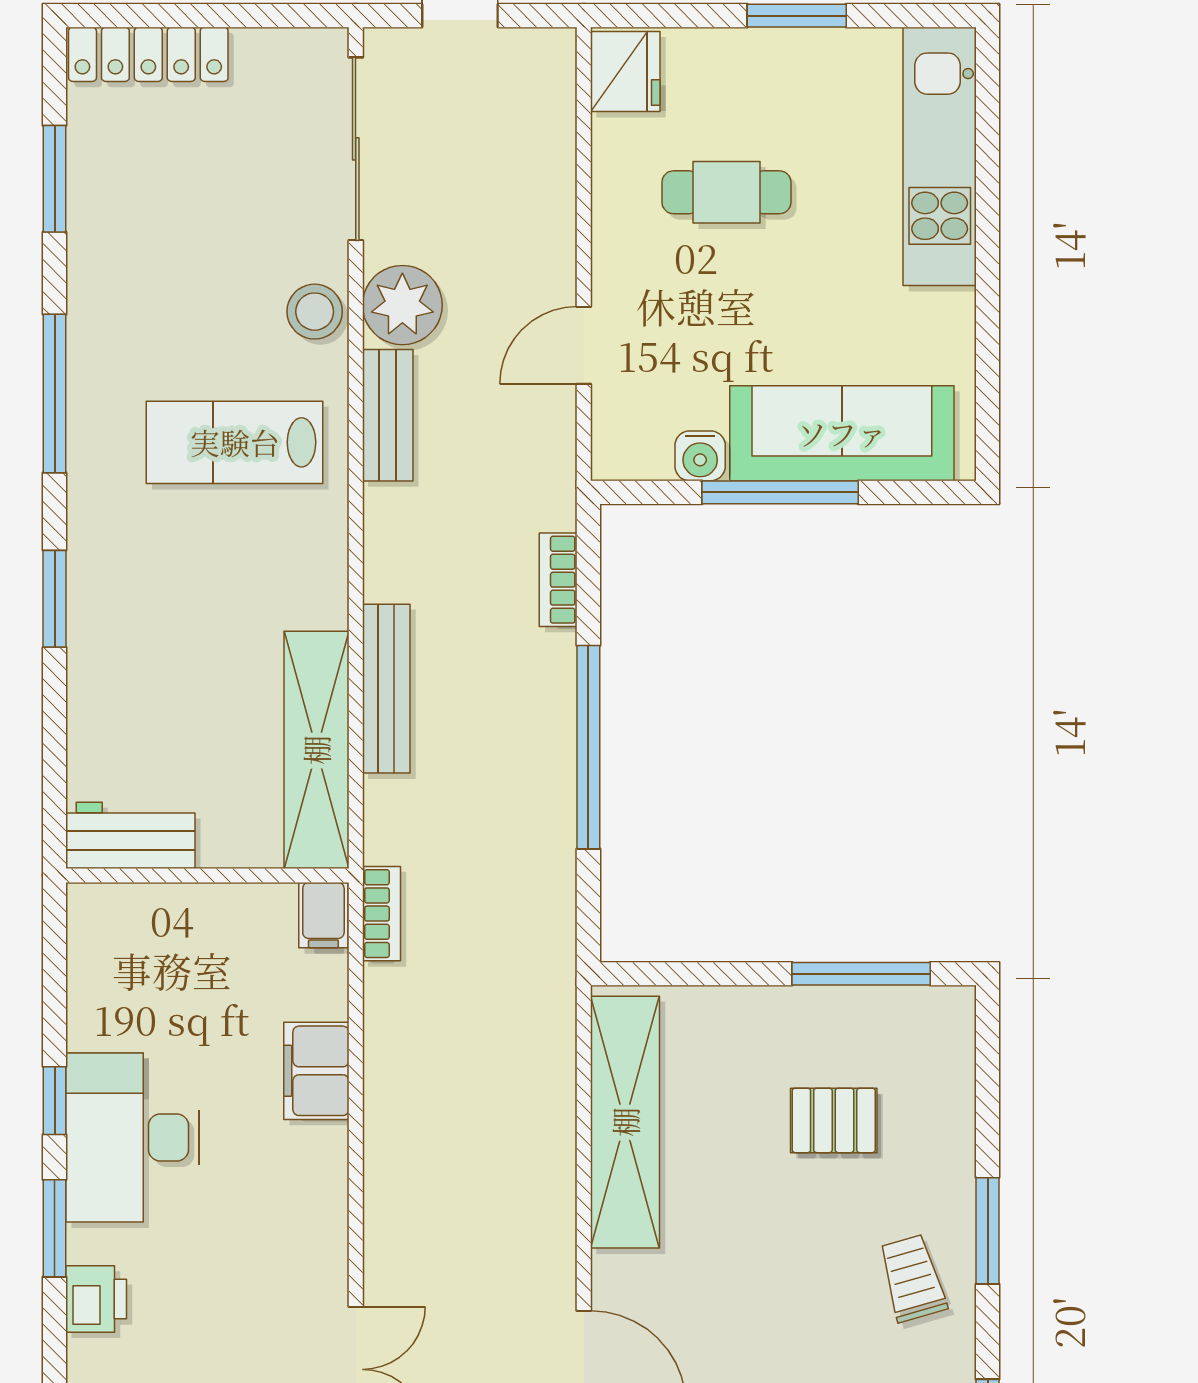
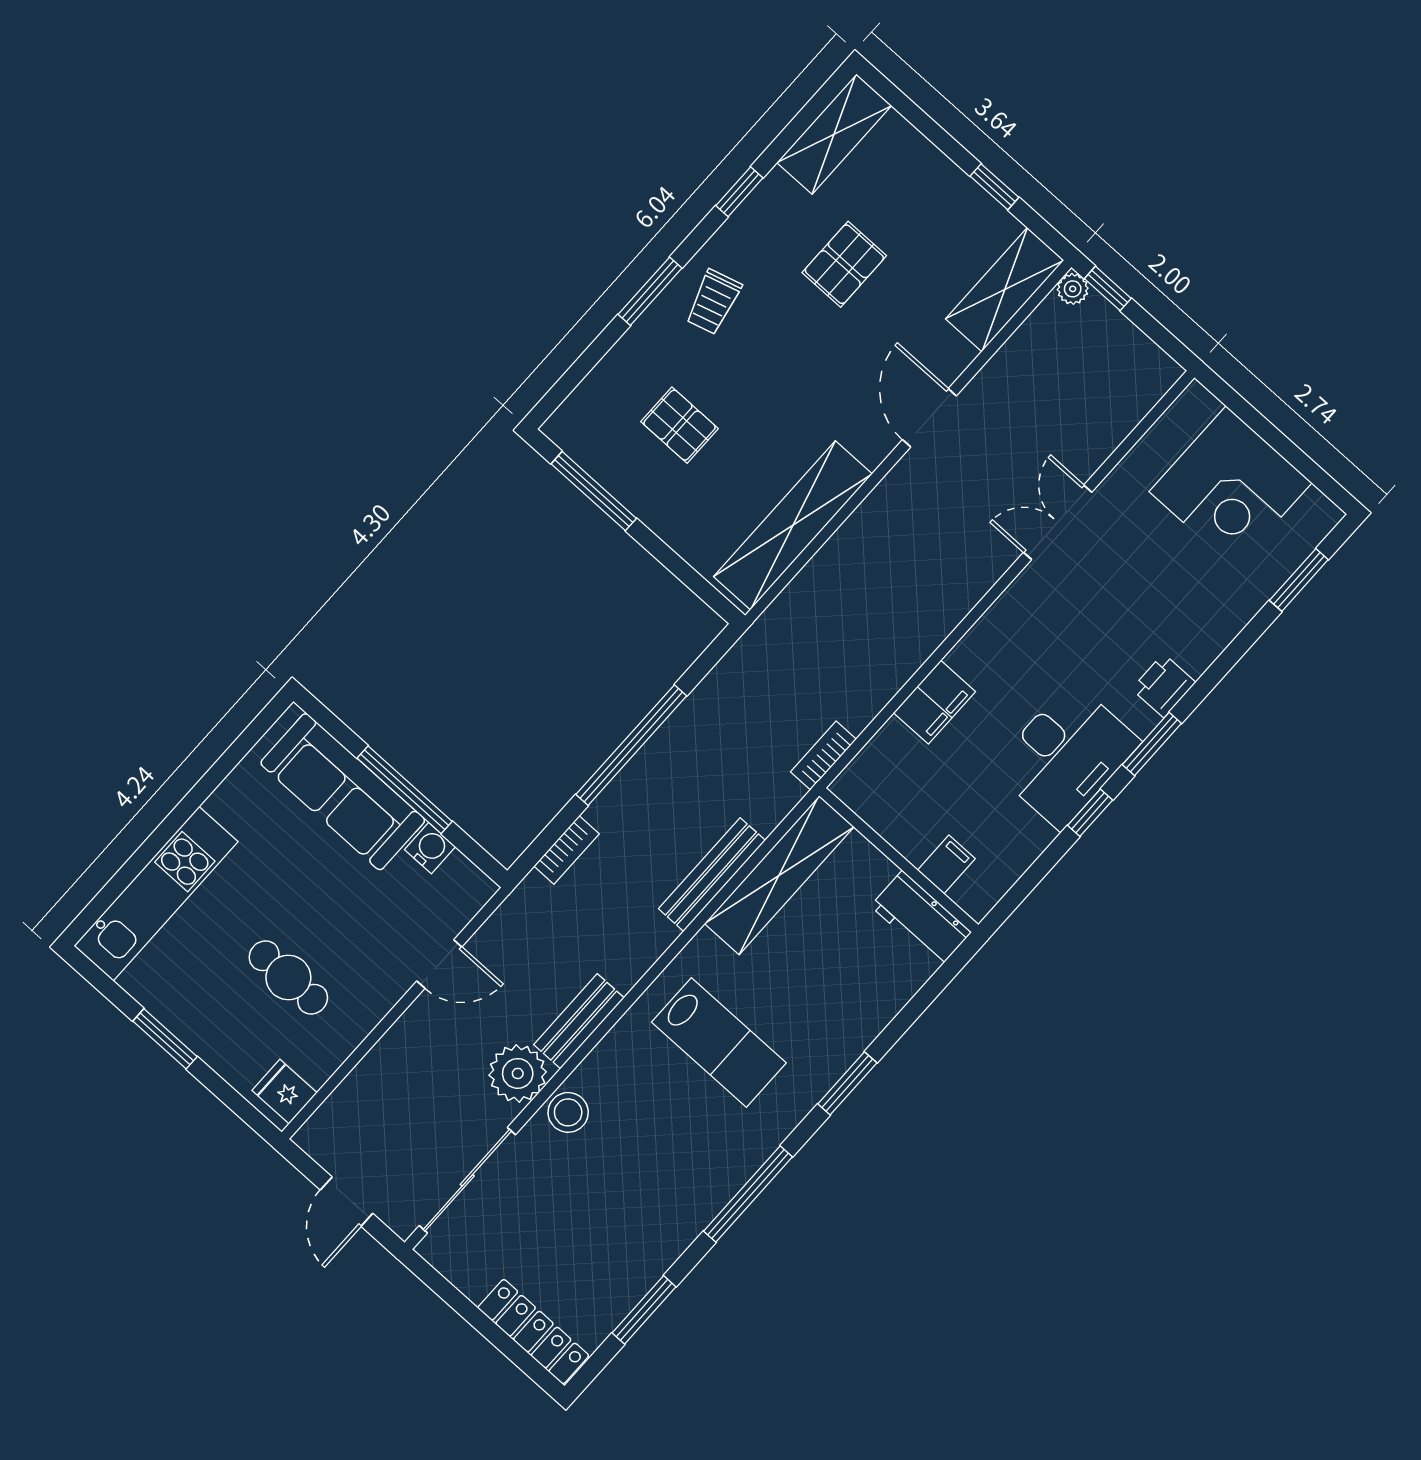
fridge: (625, 72) -> (285, 1092), width x0.72
lab bench: (235, 442) -> (719, 1042), moved
filing cabinet: (323, 915) -> (946, 864), moved

